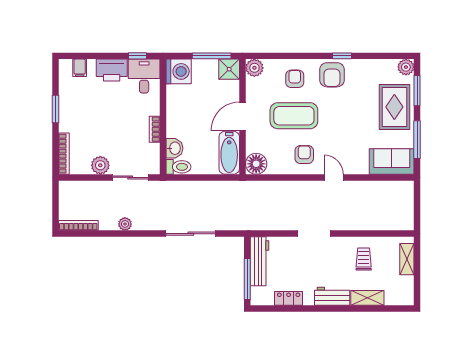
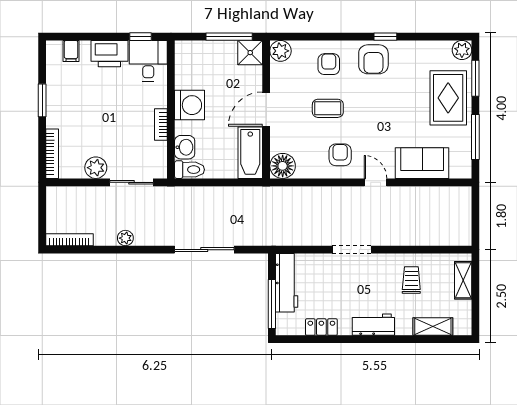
washing machine: (179, 71) -> (190, 105), moved
coffee table: (294, 116) -> (328, 108), width x0.54, depth x0.58
sofa: (392, 161) -> (422, 163), moved
shelving: (367, 298) -> (433, 327), moved

